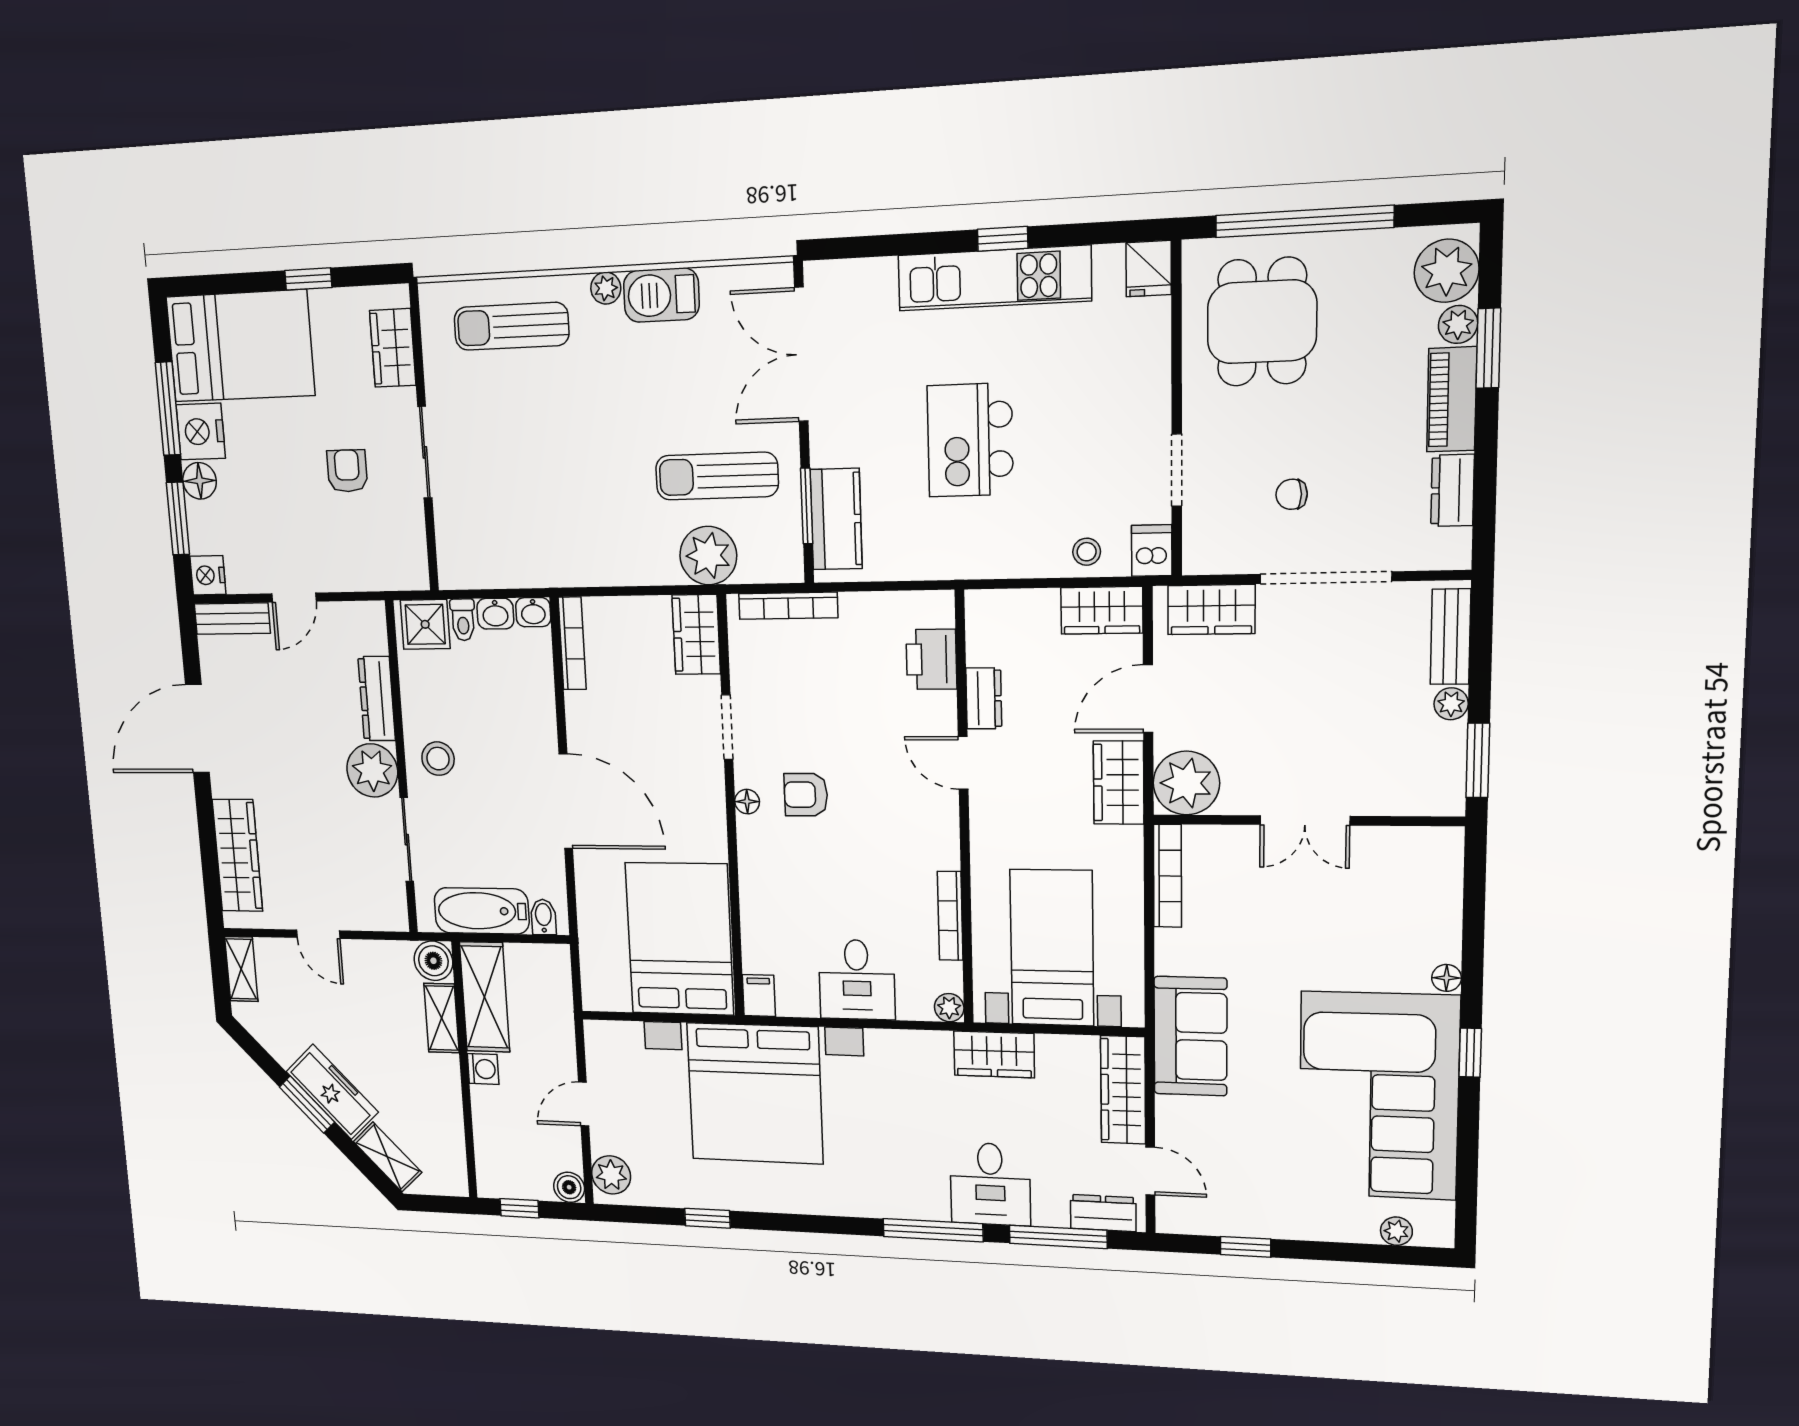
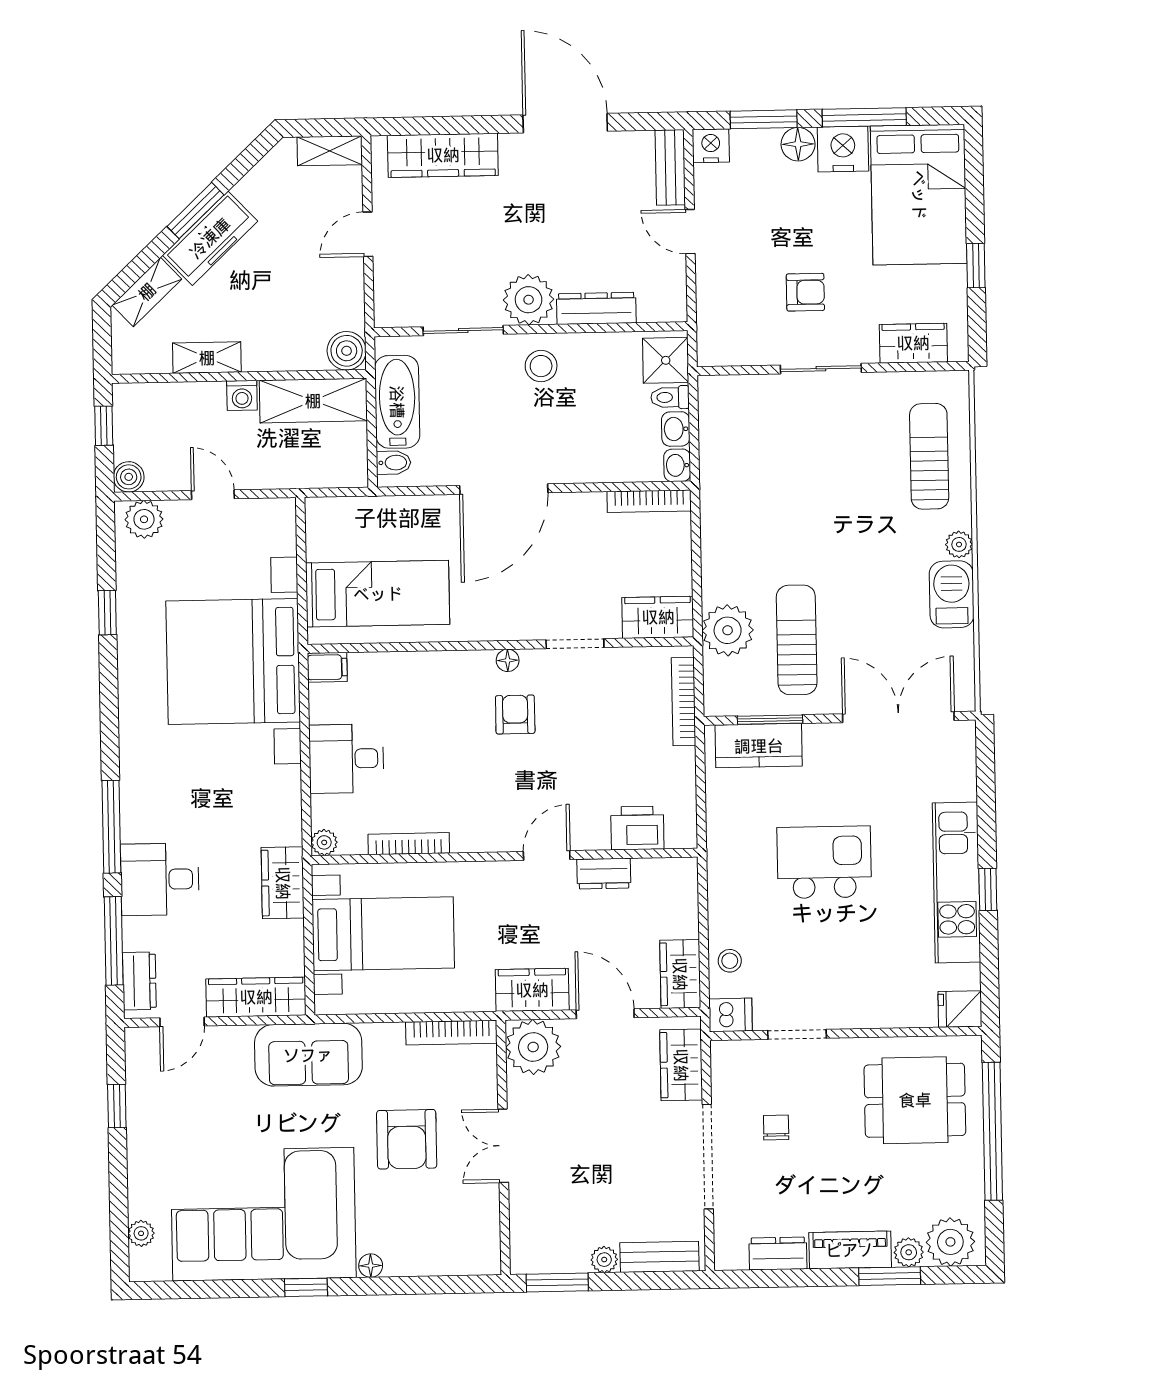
armchair: (1294, 931) -> (407, 1139), added
bed: (680, 939) -> (378, 594), width x0.67
shelving: (442, 1018) -> (207, 358), moved

